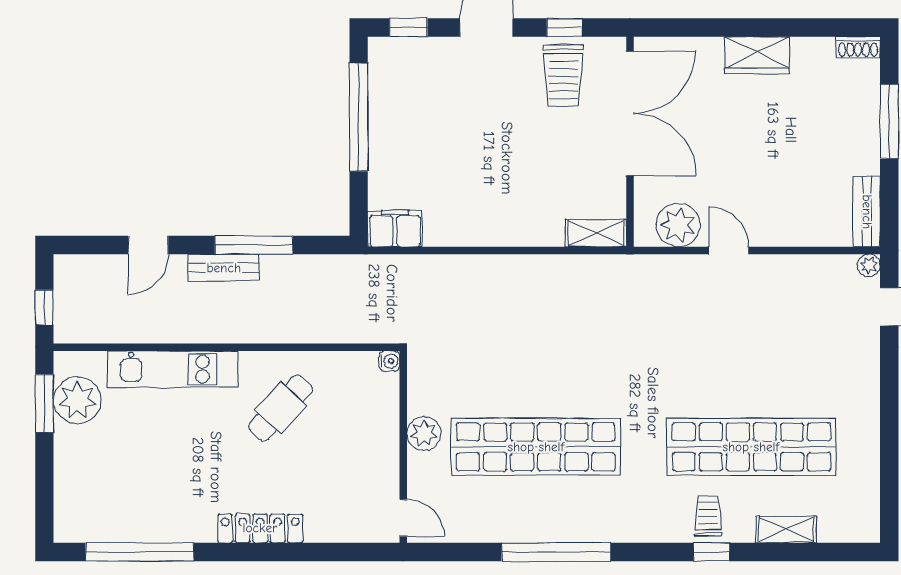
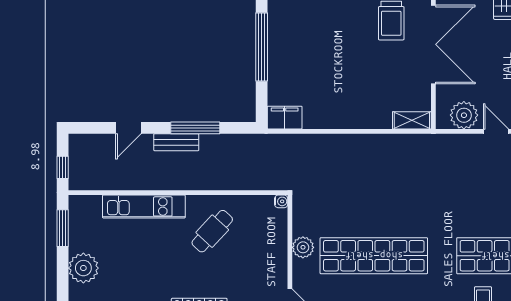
plant: (77, 400) -> (83, 268), moved

